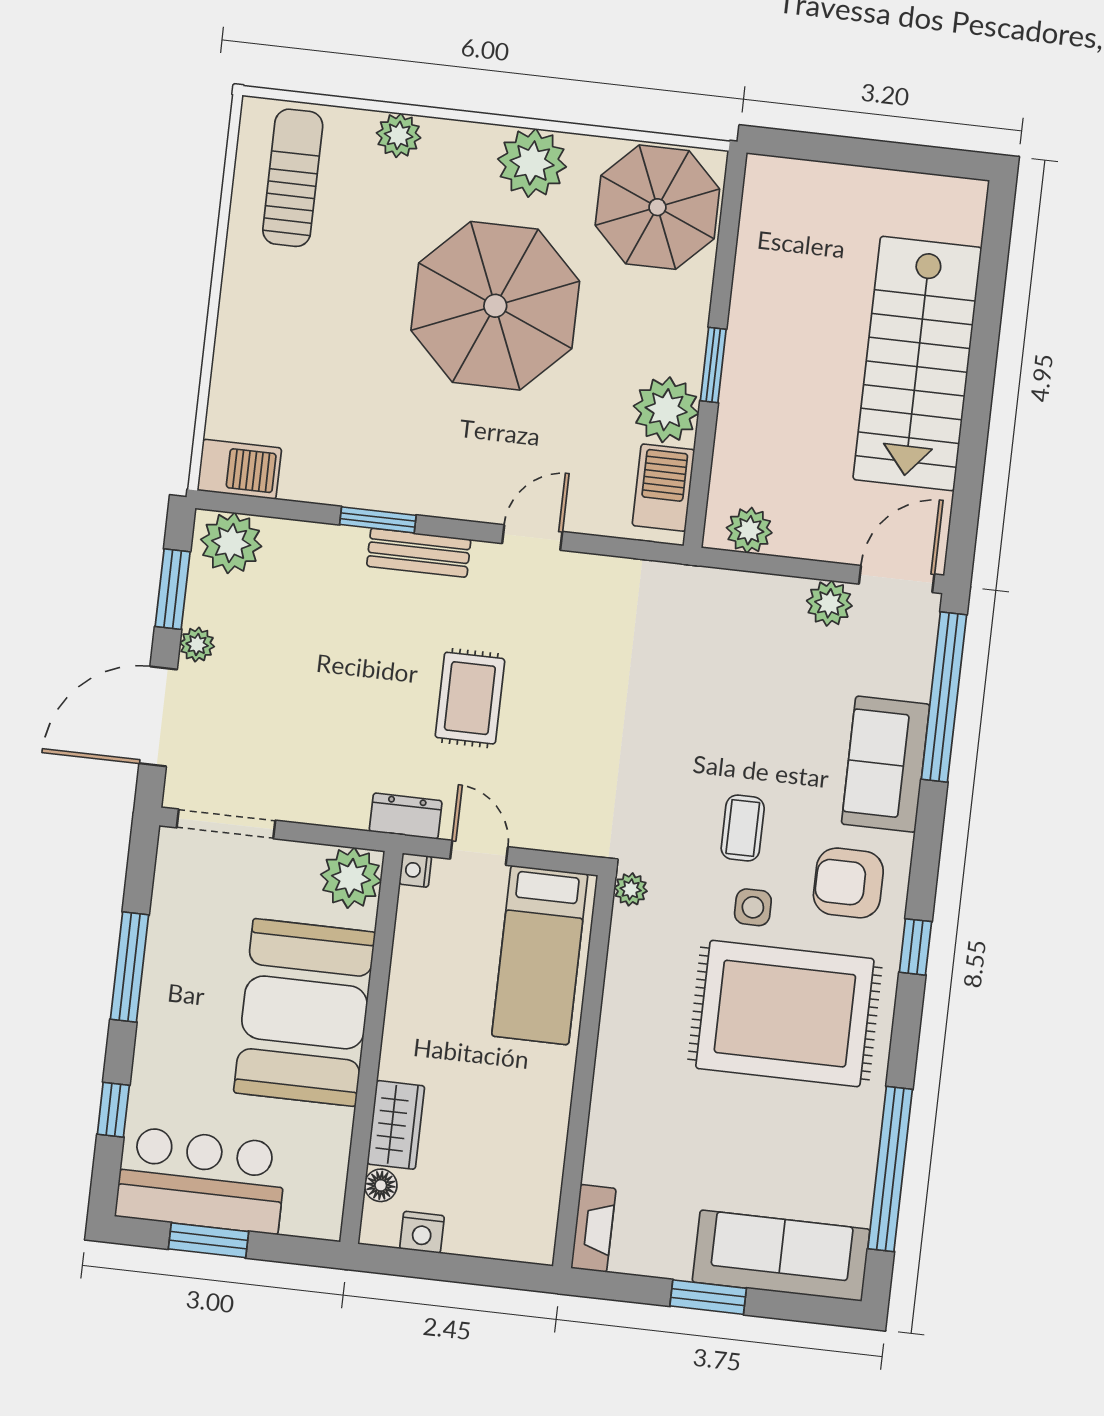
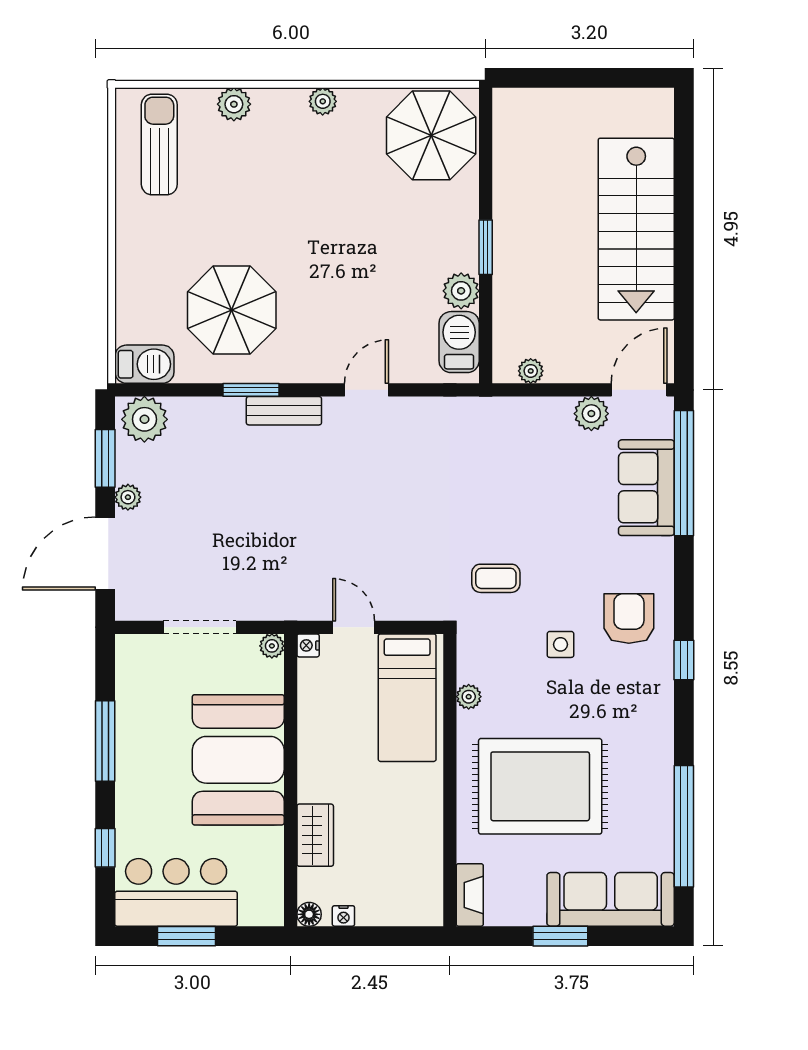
plant: (532, 163) -> (323, 101), width x0.53, depth x0.53
parasol: (495, 306) -> (232, 310), moved, width x0.73, depth x0.73
plant: (666, 410) -> (461, 291), width x0.73, depth x0.73
plant: (749, 530) -> (531, 371), width x0.73, depth x0.73
rug: (470, 698) -> (334, 514), removed
sofa: (886, 764) -> (646, 488), moved
dresser: (406, 816) -> (296, 606), removed
doorway: (226, 824) -> (200, 627), moved
coffee table: (743, 828) -> (496, 578), moved, turned 90
plant: (351, 878) -> (272, 646), width x0.53, depth x0.53
armchair: (848, 883) -> (629, 618), turned 90
plant: (631, 889) -> (469, 697), moved
rug: (785, 1014) -> (540, 786), moved
floor lamp: (381, 1185) -> (309, 914), moved
nightstand: (422, 1232) -> (343, 916), width x0.72, depth x0.74

